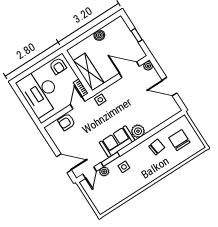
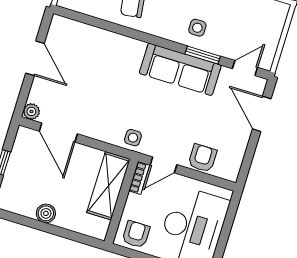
armchair: (66, 122) -> (202, 158), turned -90
plant: (138, 131) -> (132, 50), removed
sofa: (117, 142) -> (180, 69), width x1.36
plant: (104, 172) -> (226, 49), removed

